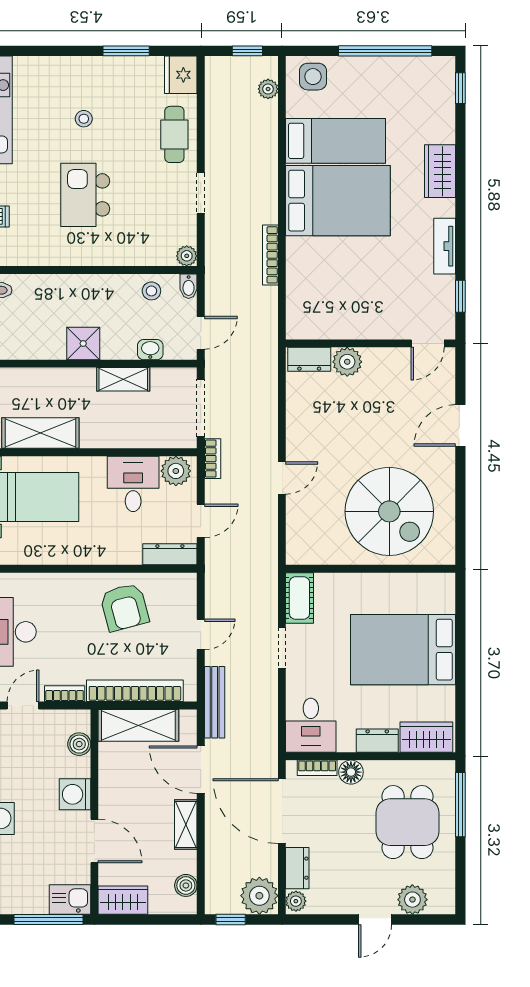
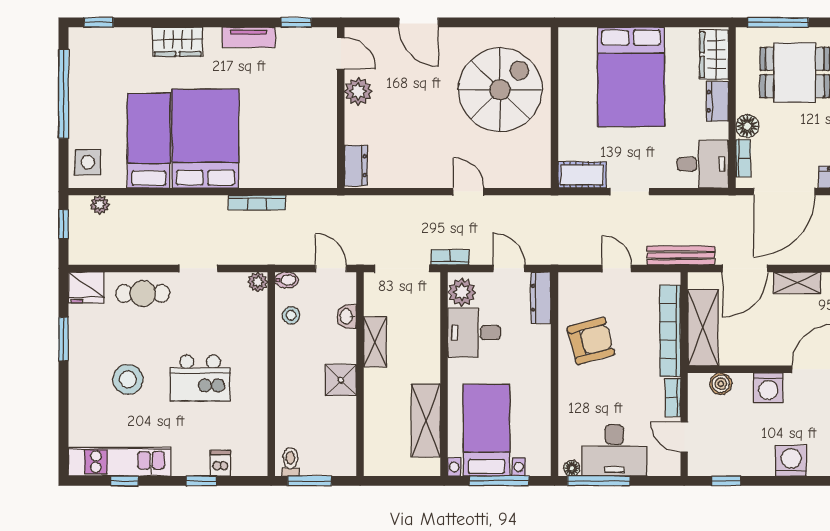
stool: (84, 119) -> (128, 379), width x1.89, depth x1.89
plant: (347, 362) -> (358, 91), moved

